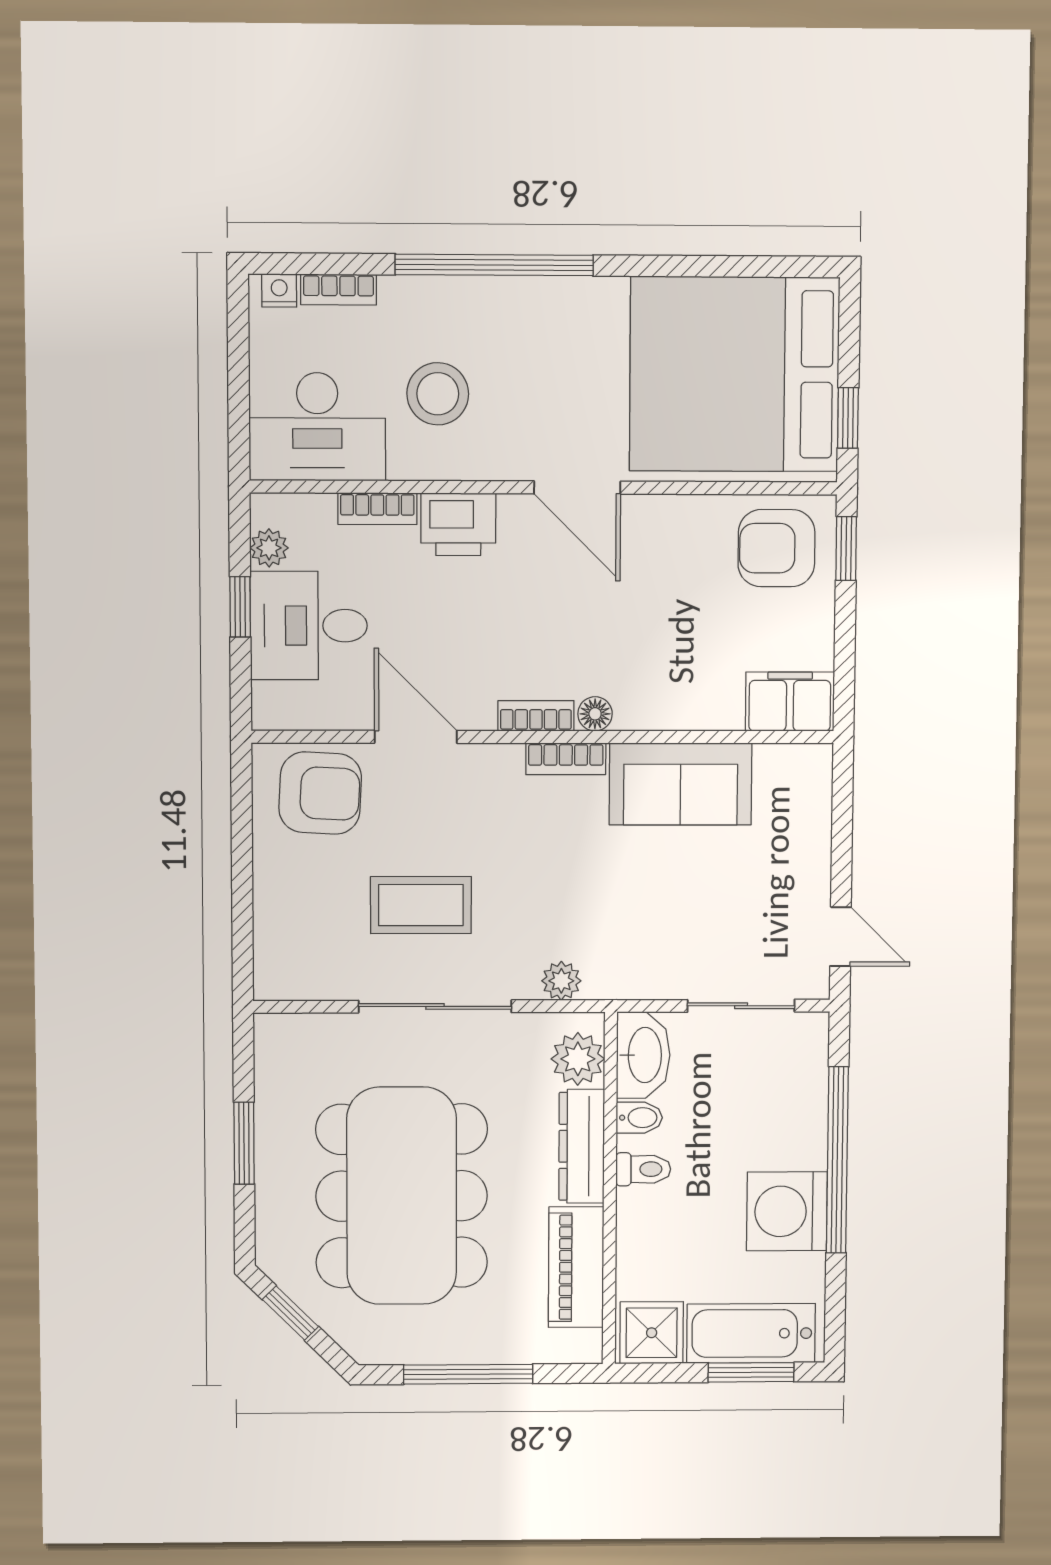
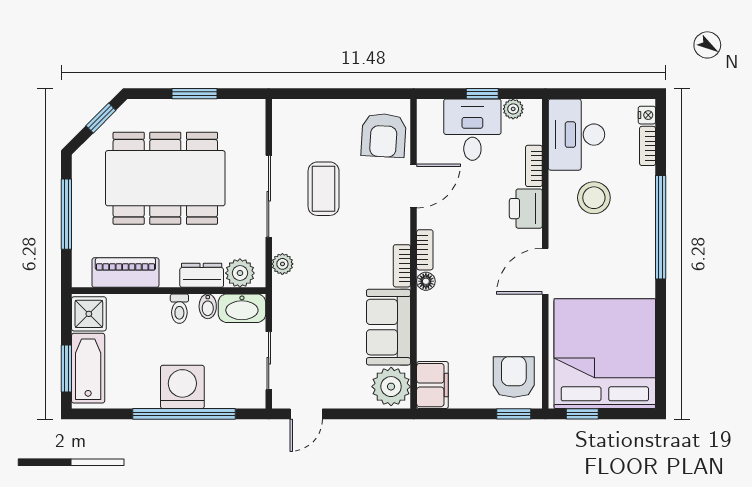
plant: (792, 779) -> (391, 387), added
dresser: (582, 1146) -> (202, 275), width x0.70
washing machine: (787, 1211) -> (182, 387), moved

